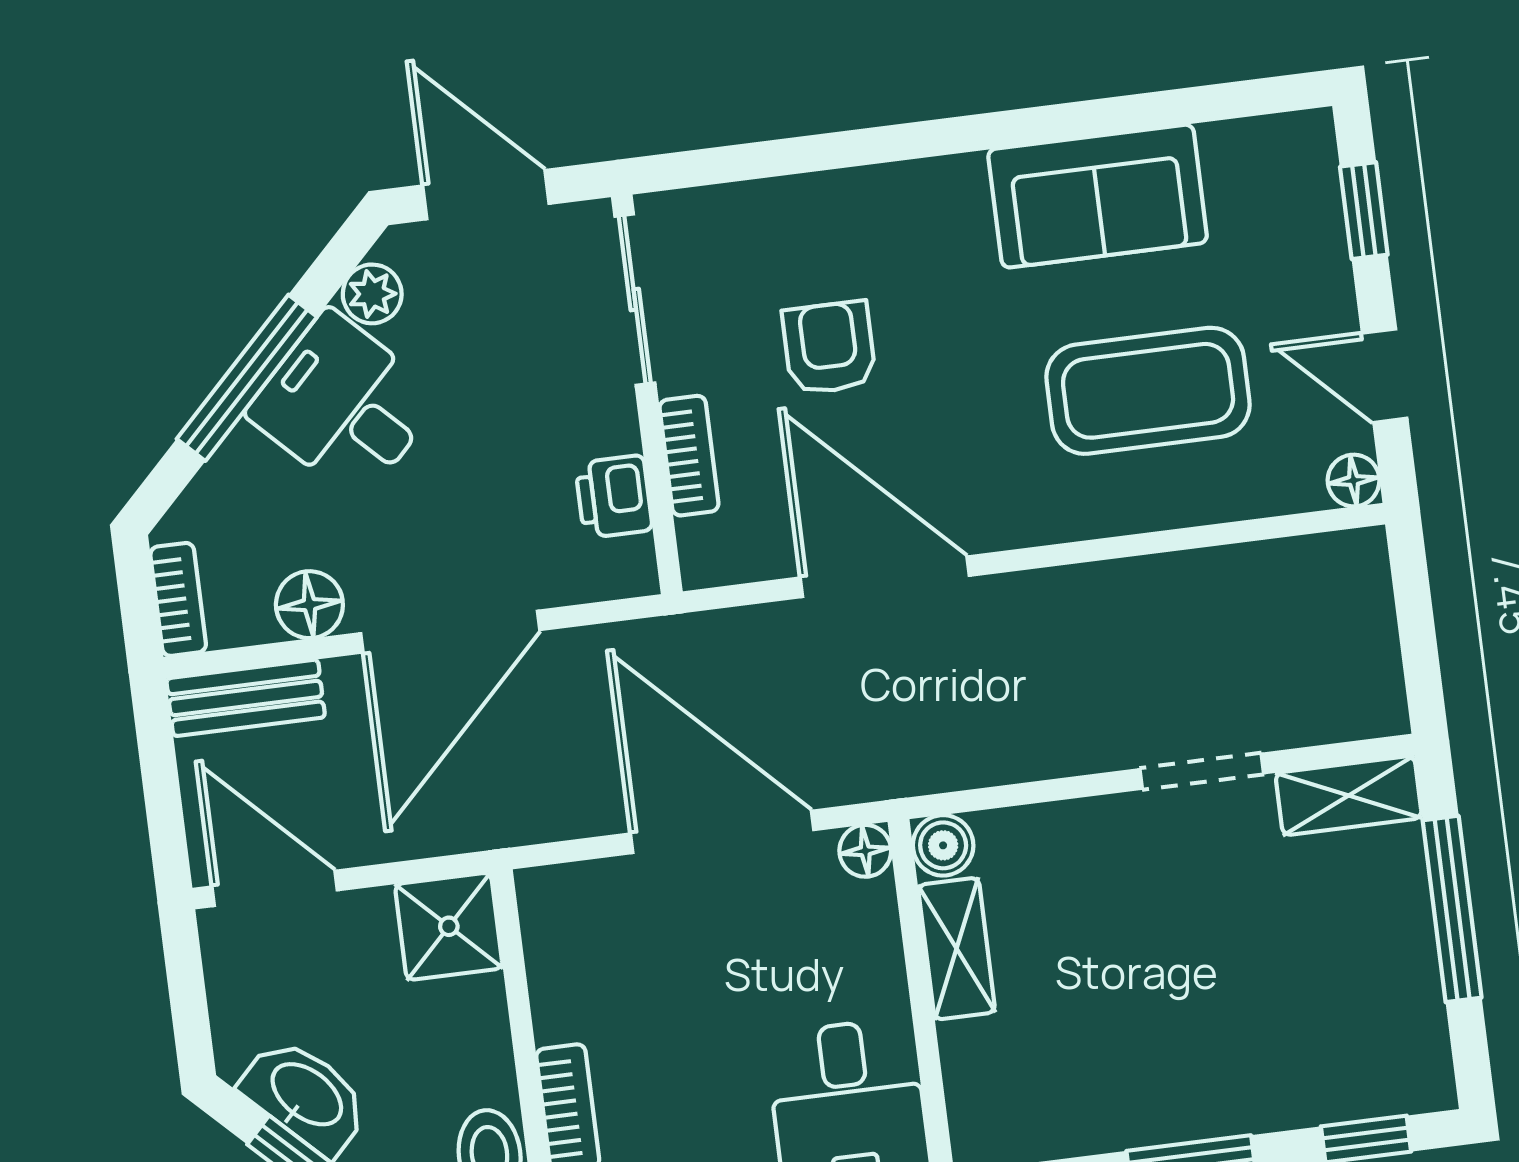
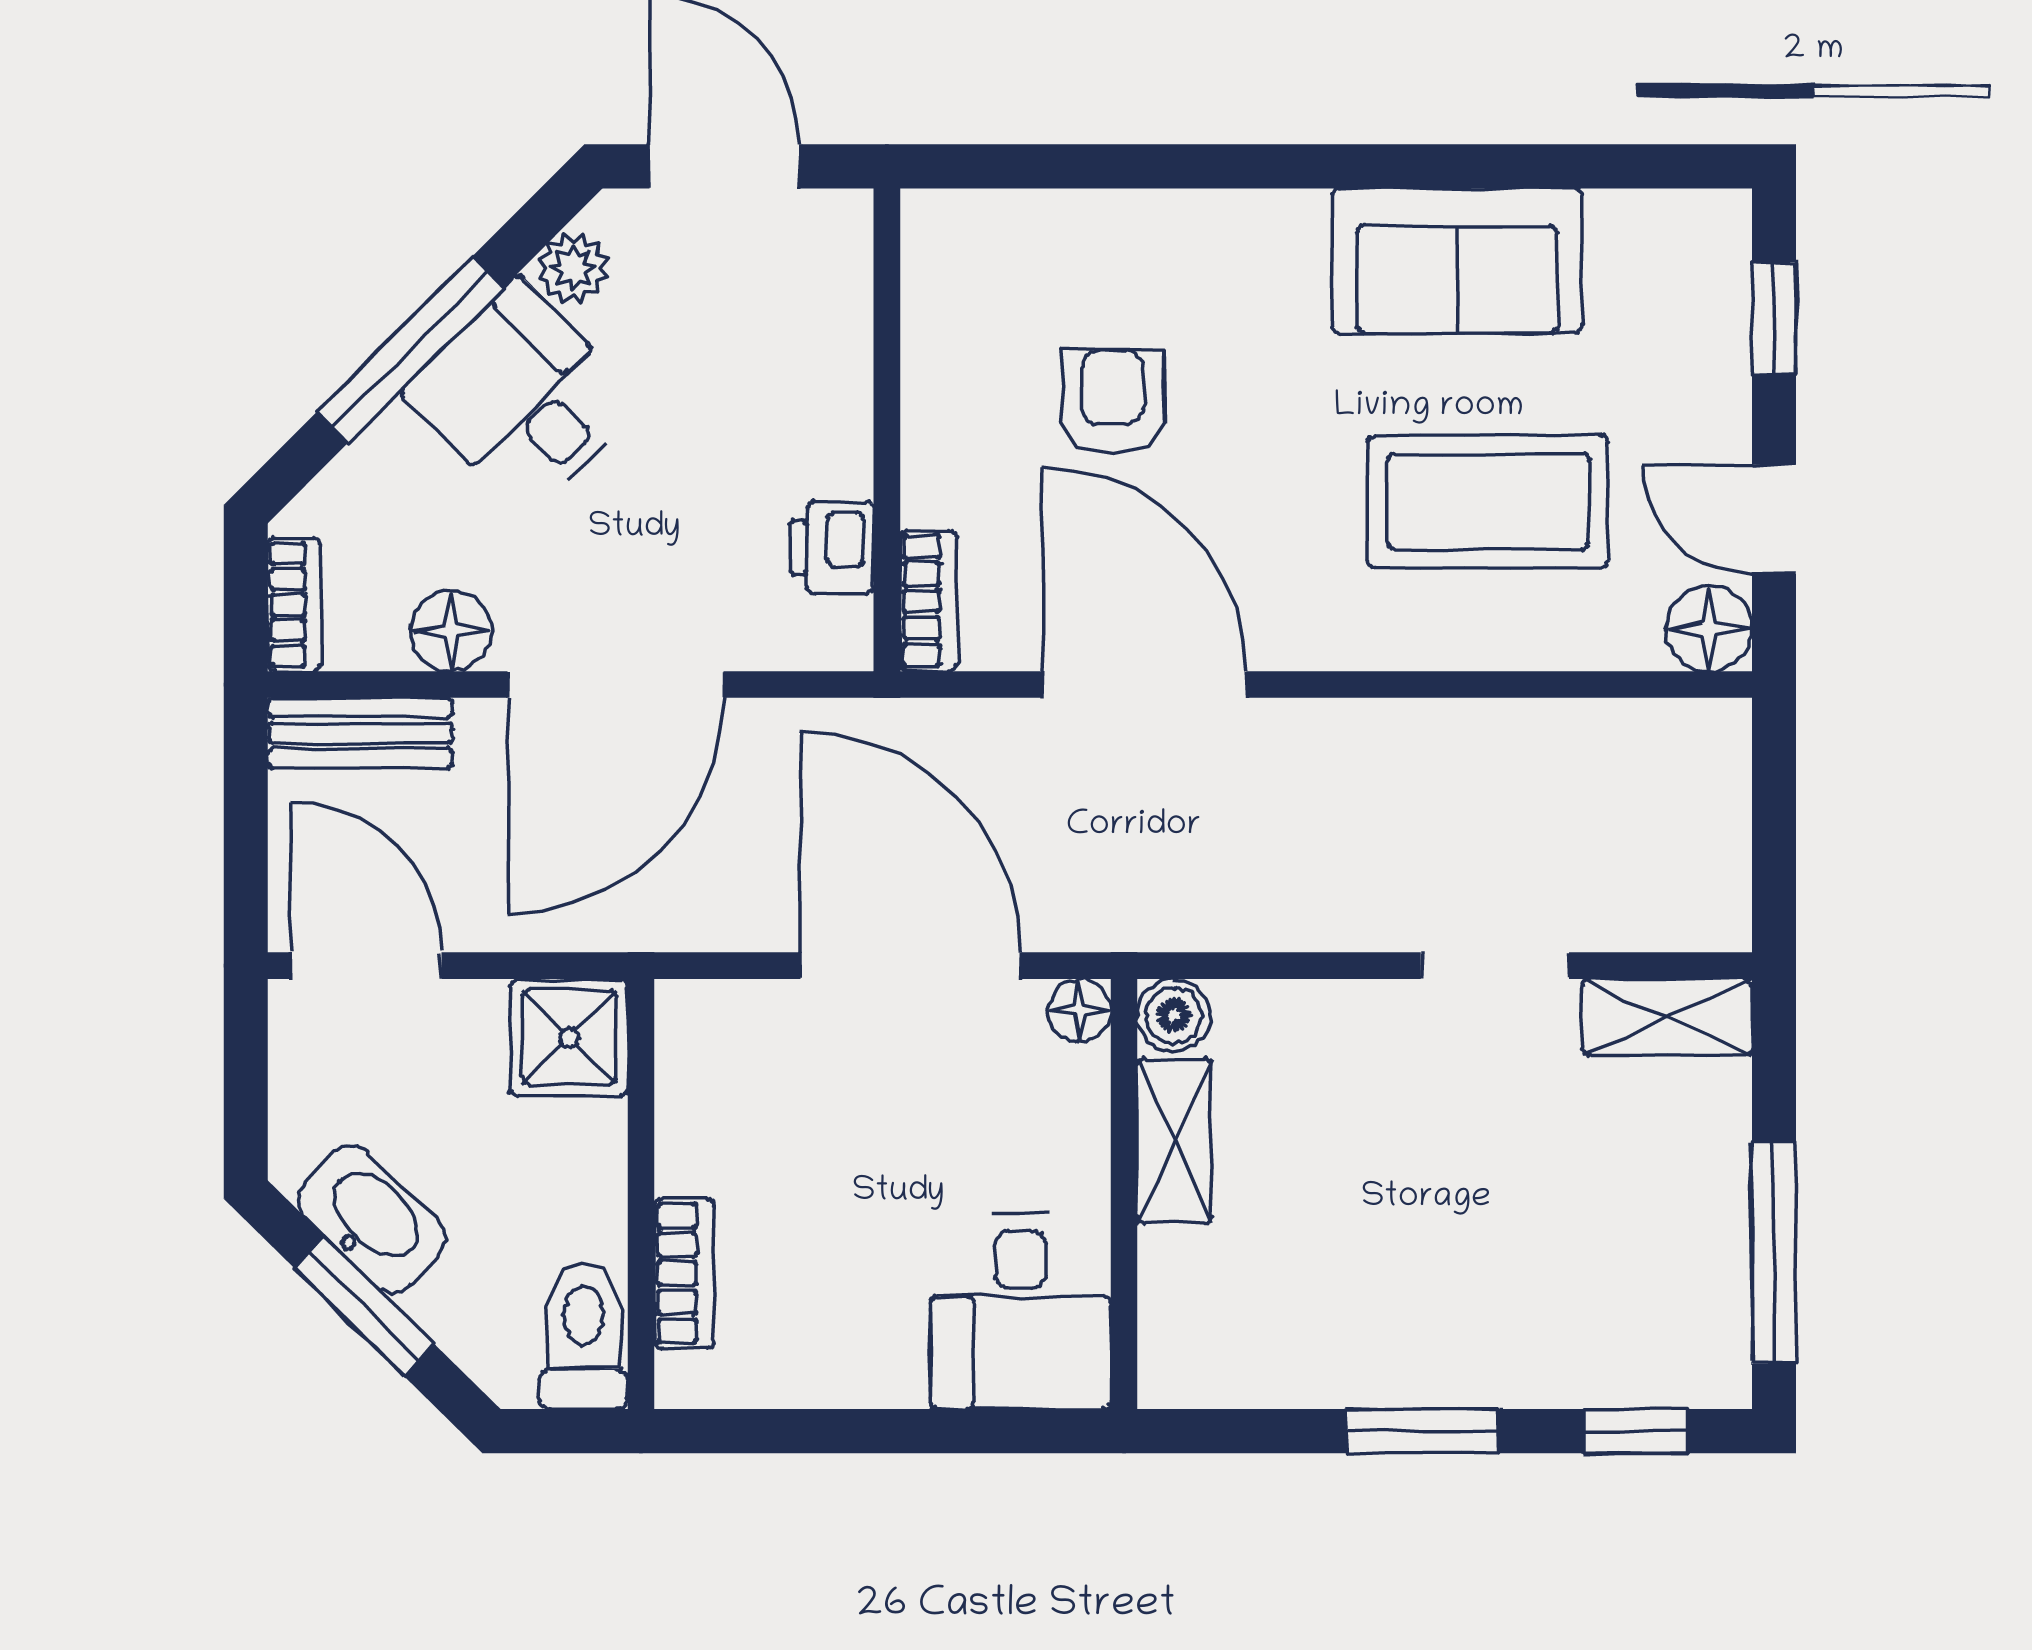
sliding door: (635, 300) -> (887, 315), removed
bookcase: (689, 456) -> (928, 601), moved
floor lamp: (1354, 480) -> (1709, 629), width x1.37, depth x1.37
window: (1452, 909) -> (1774, 1253), moved

